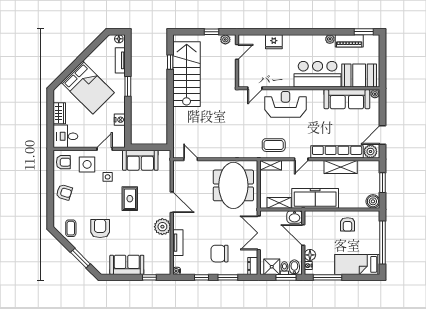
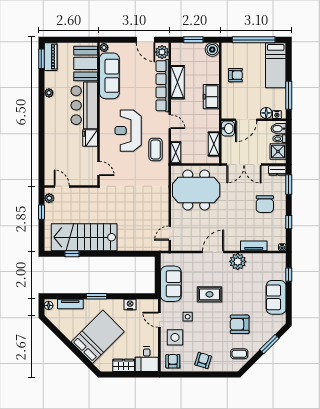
piano: (349, 41) -> (51, 57), moved
fridge: (274, 42) -> (90, 138), moved, turned 180
reception desk: (285, 104) -> (128, 131), moved
freezer: (315, 198) -> (211, 97), width x0.52, depth x0.79
window: (228, 277) -> (289, 184), moved
window: (286, 277) -> (289, 137), removed

